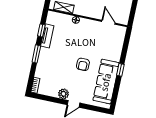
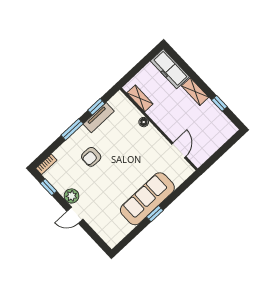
armchair: (83, 64) -> (91, 157), moved
sofa: (106, 82) -> (147, 199), moved
window: (46, 98) -> (49, 187), added

